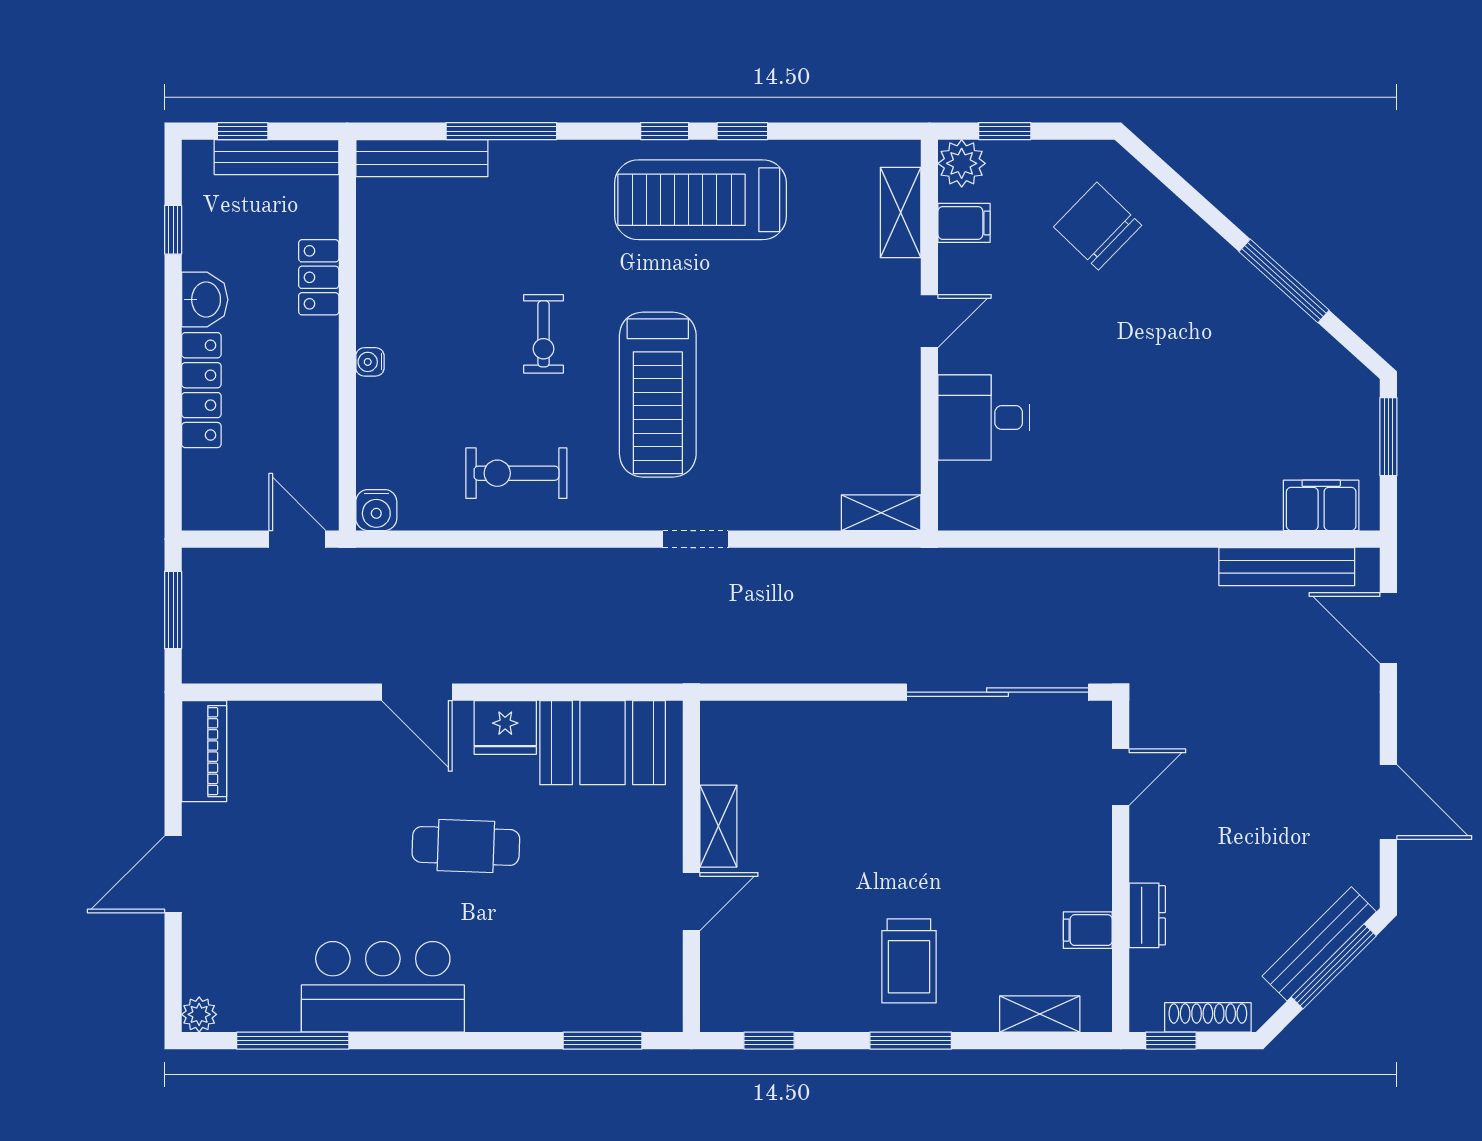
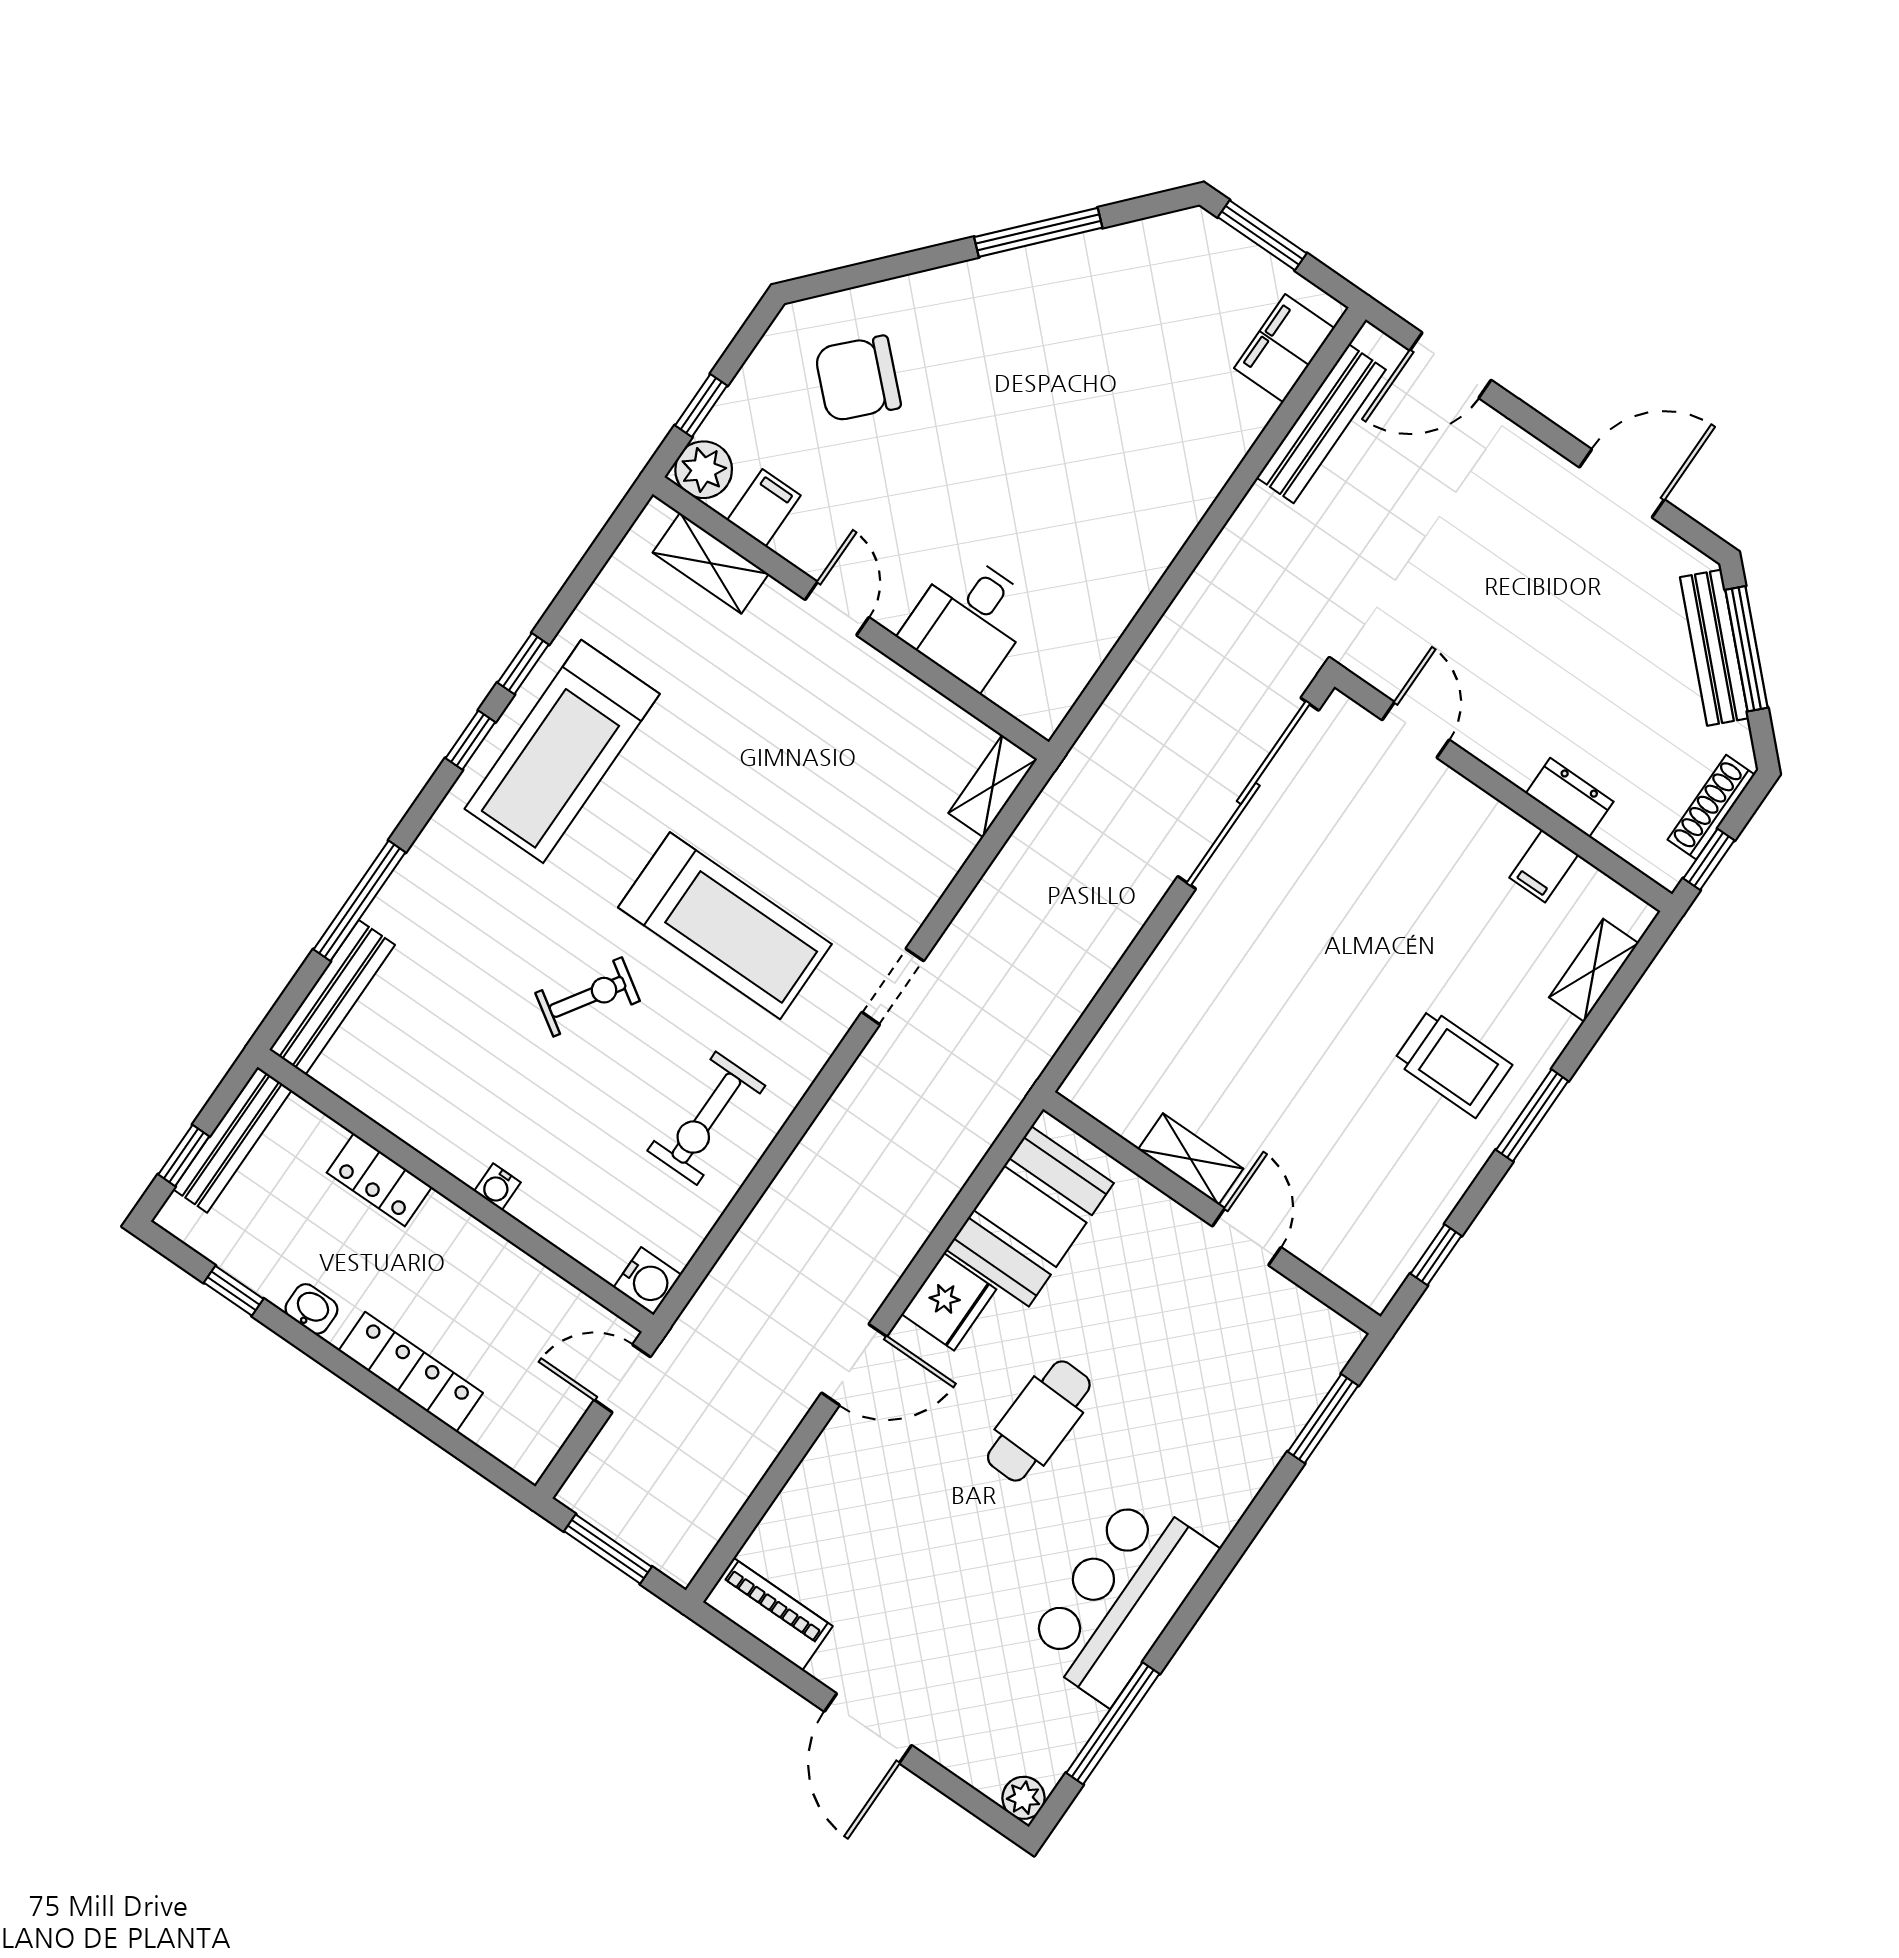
washbasin: (205, 300) -> (311, 1309), width x0.72, depth x0.69
exercise bike: (544, 334) -> (588, 997), turned -57

